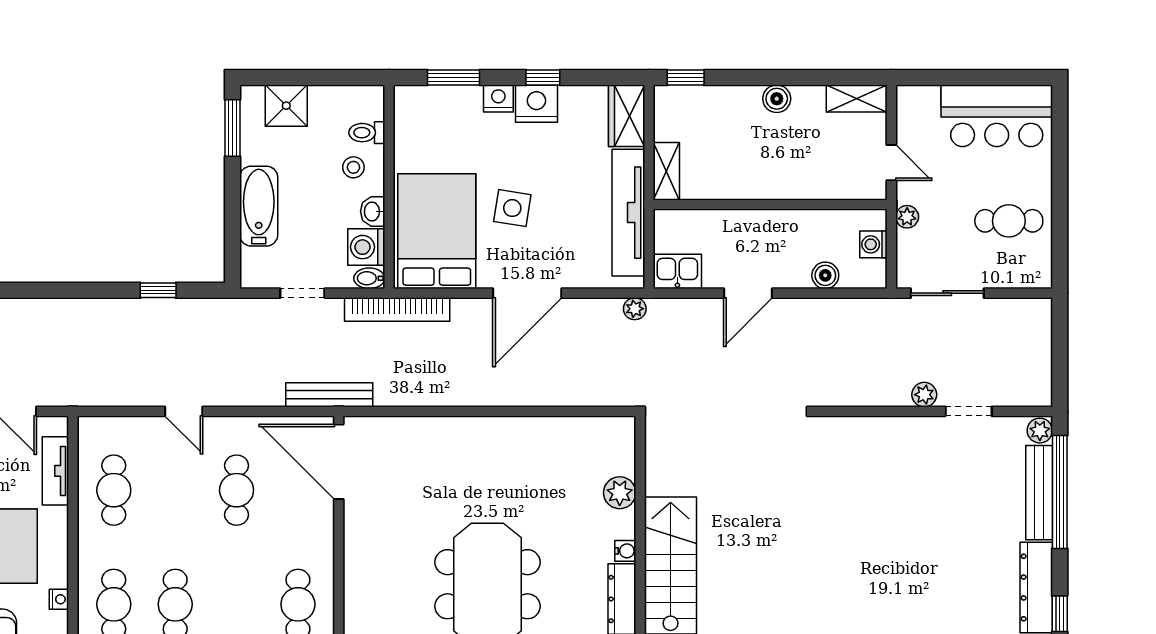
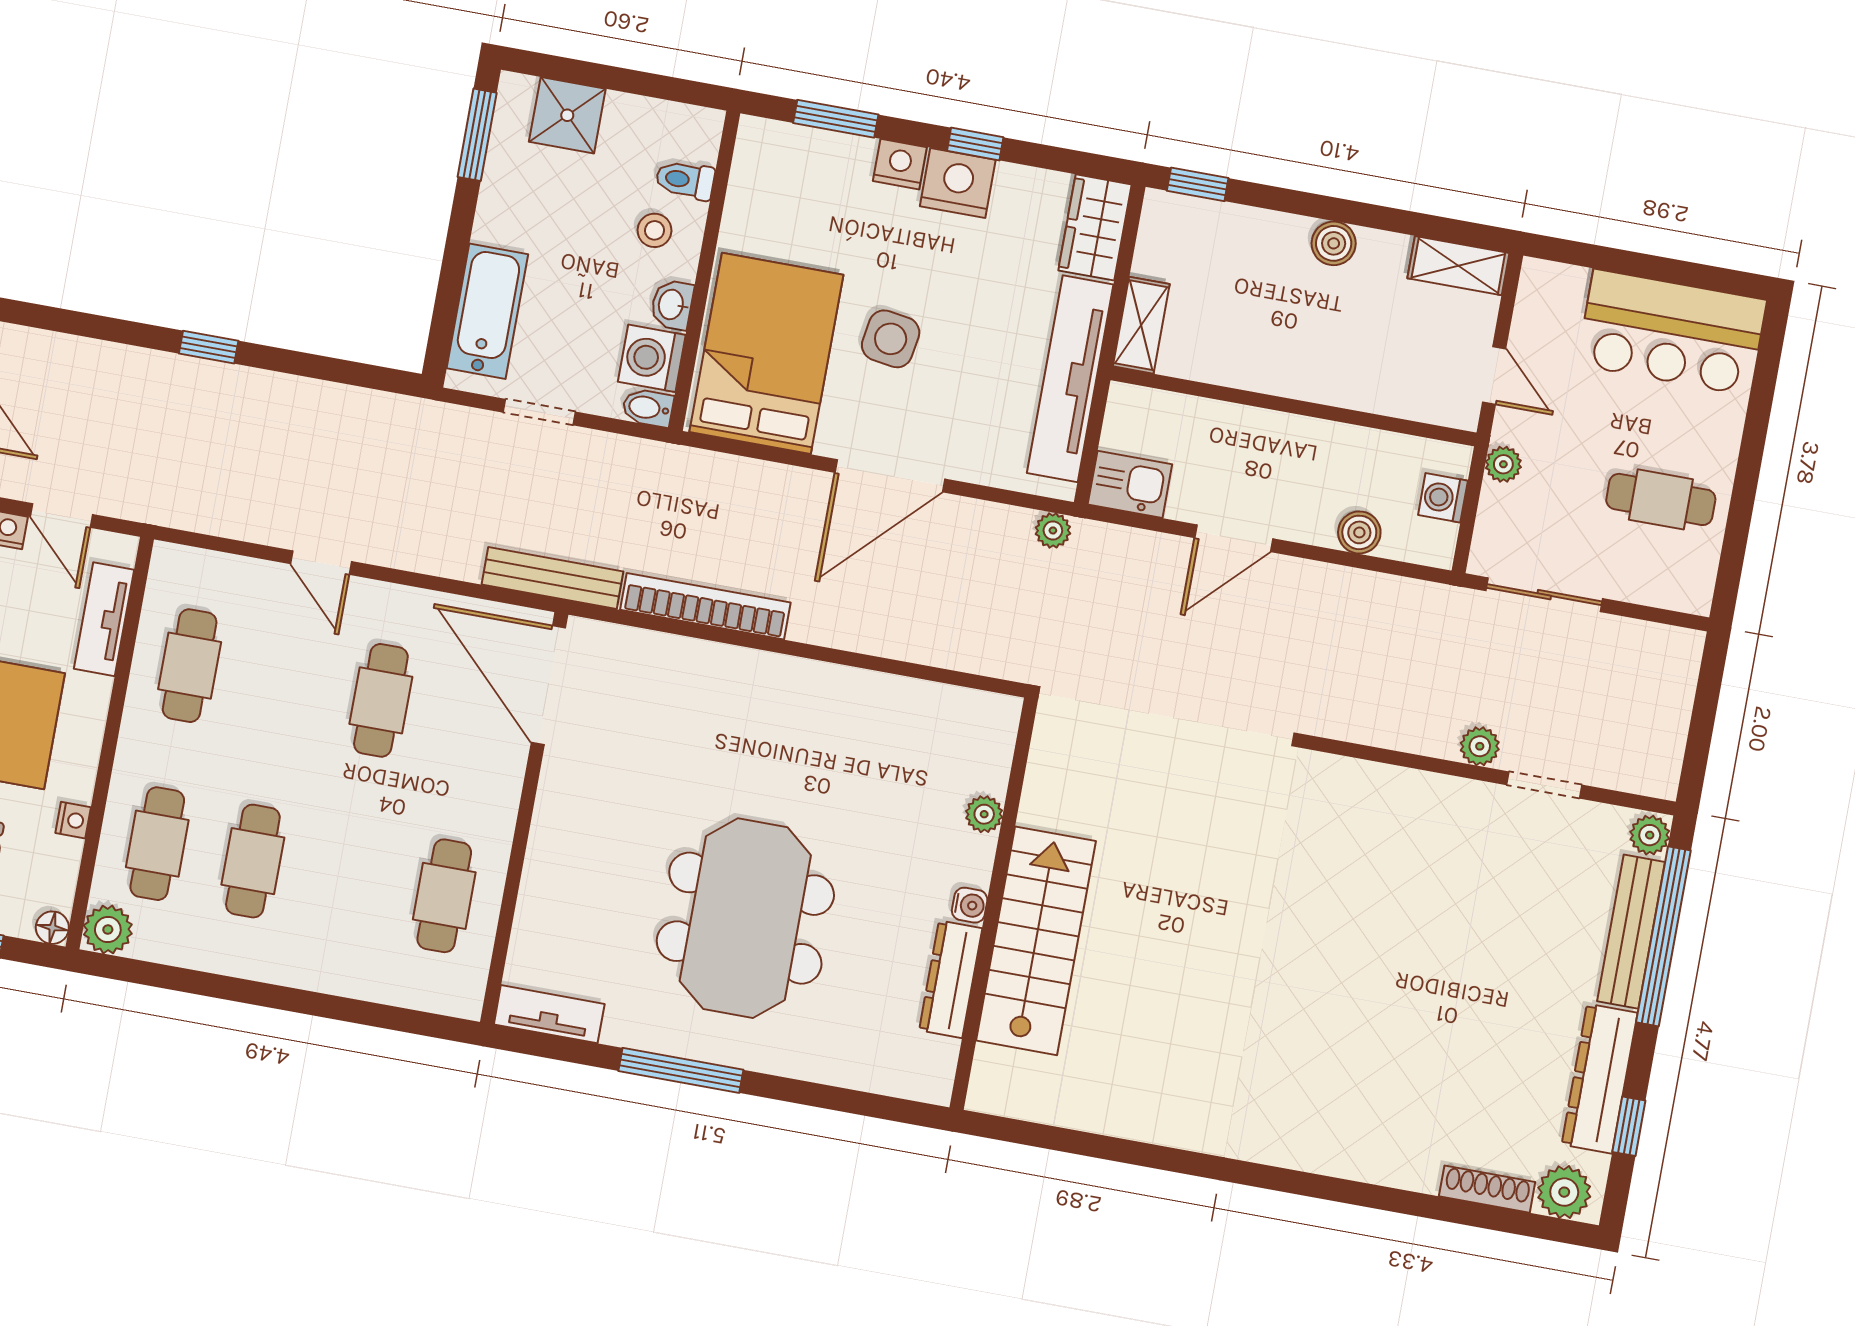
bathtub: (259, 206) -> (487, 311), moved
window: (158, 290) -> (209, 347), moved
bookcase: (397, 309) -> (705, 606), moved, turned 180
plant: (620, 493) -> (984, 814), width x0.73, depth x0.73

